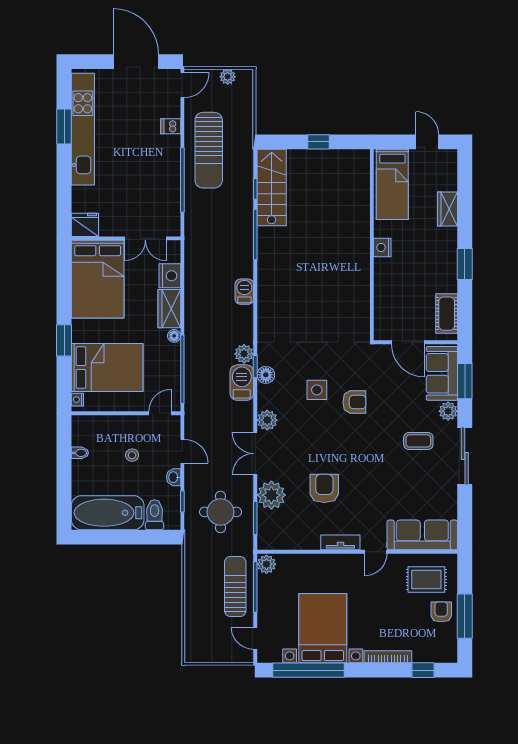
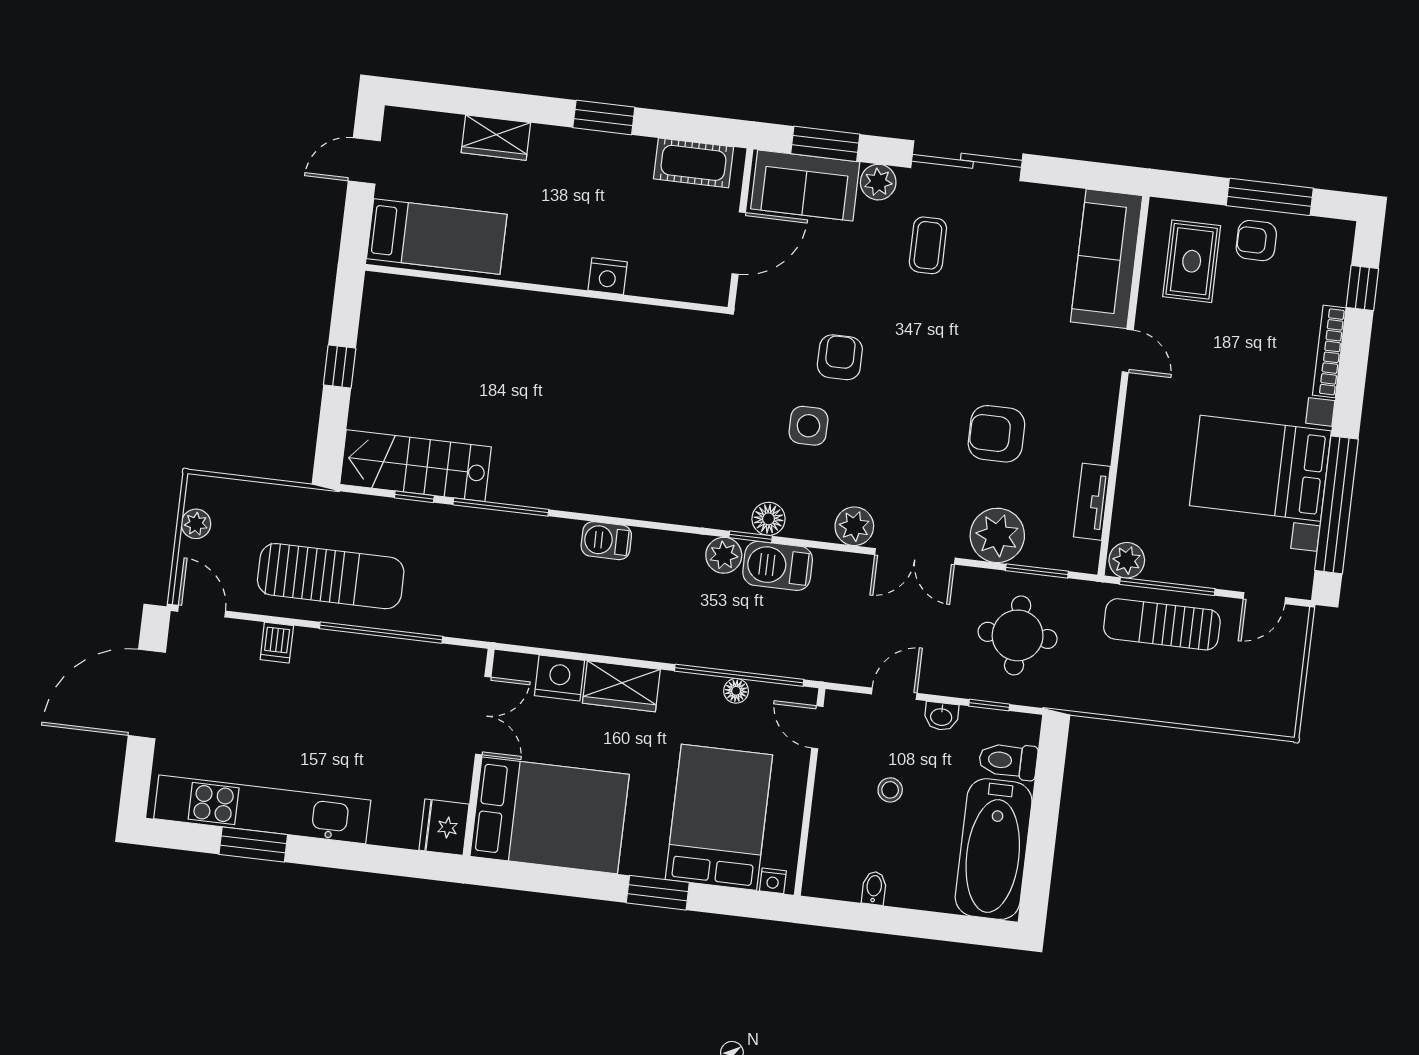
nightstand: (382, 247) -> (608, 276), moved
floor lamp: (174, 336) -> (736, 691), moved
tv unit: (340, 542) -> (1092, 502), moved

